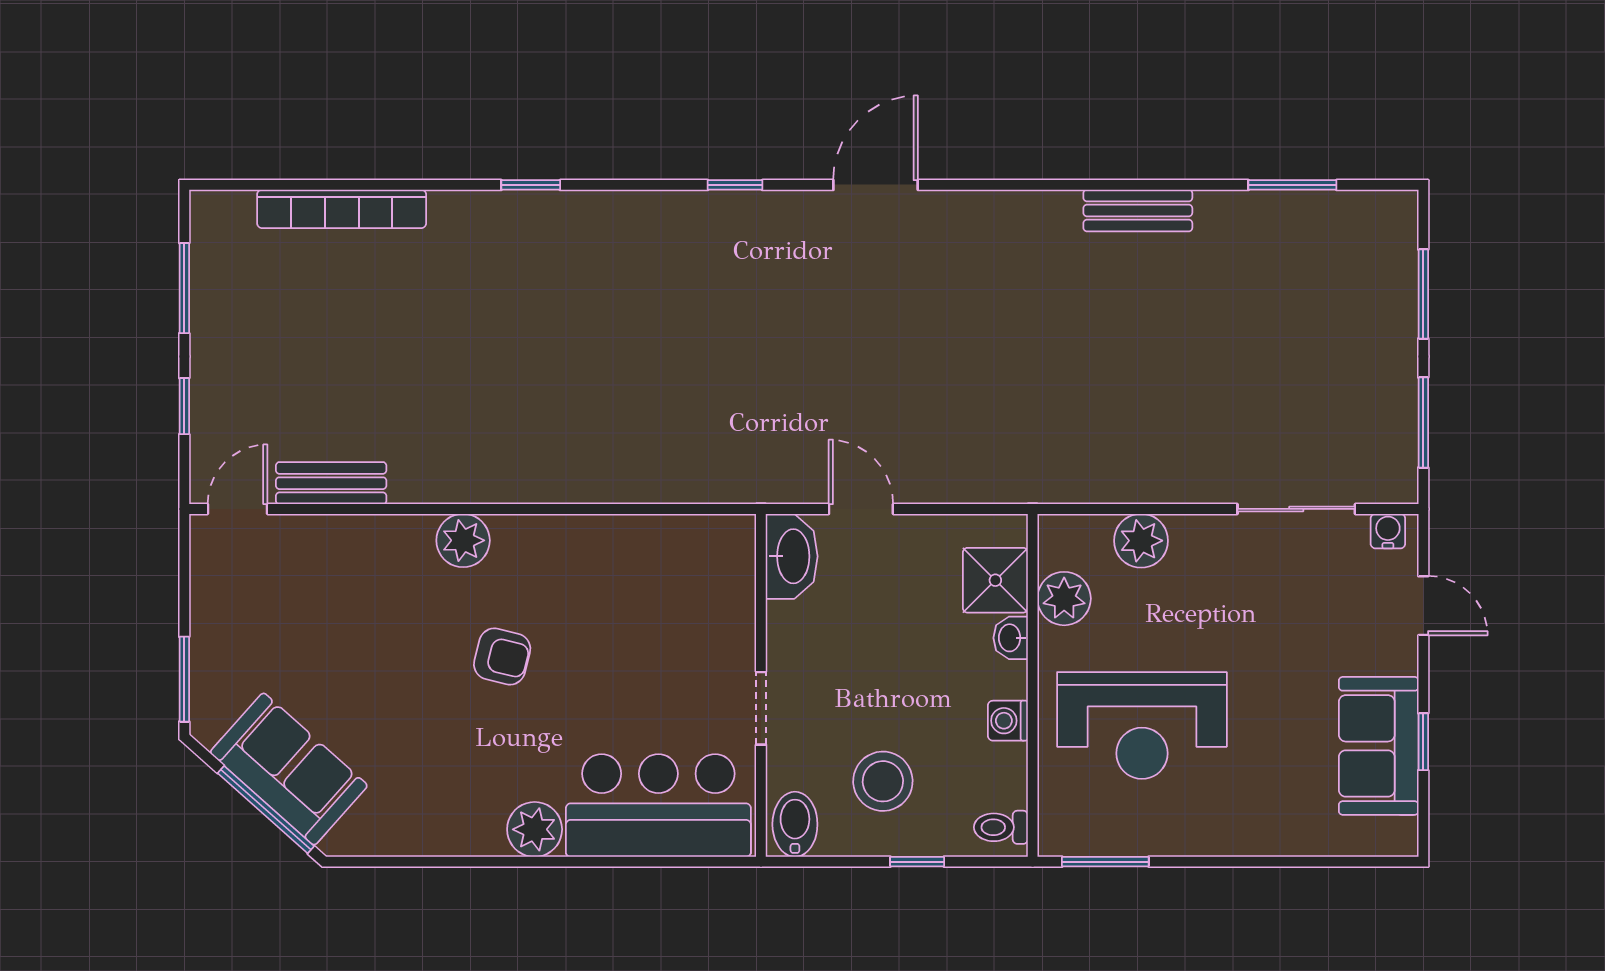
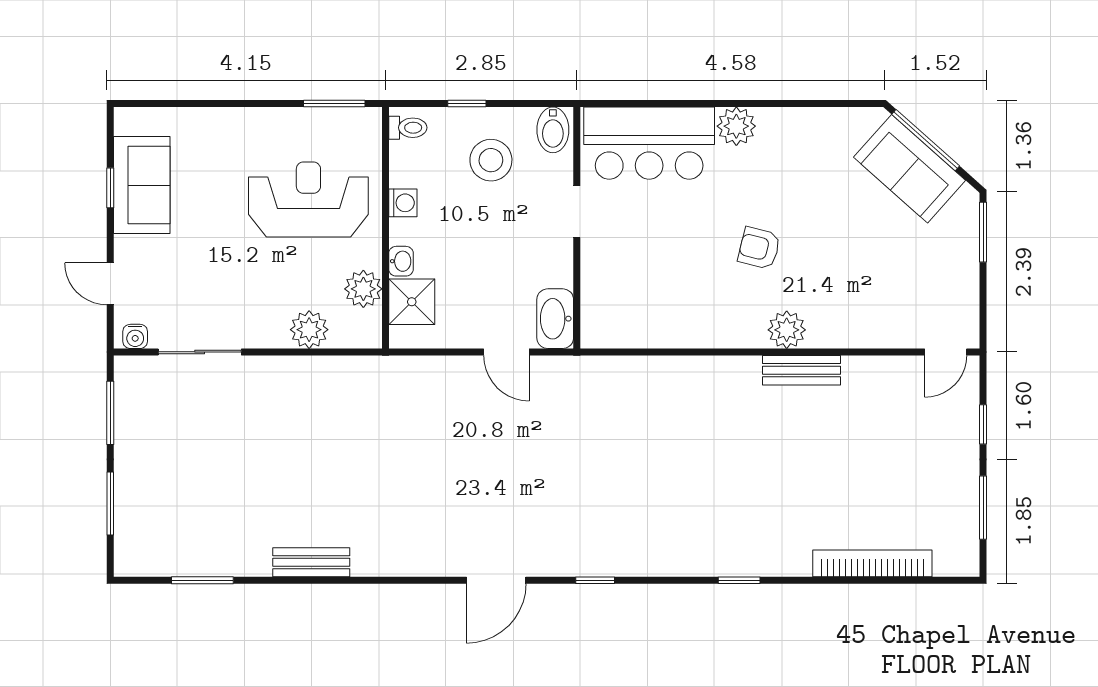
bench: (331, 483) -> (802, 370), moved

